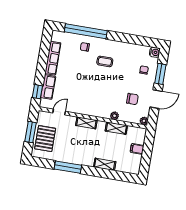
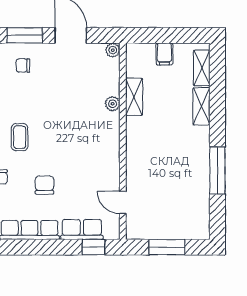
chair: (132, 99) -> (45, 185), moved
shelving: (86, 123) -> (202, 68), moved
pallet: (45, 139) -> (174, 219), removed

